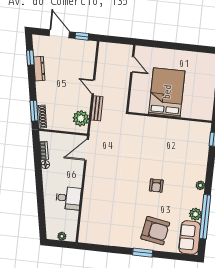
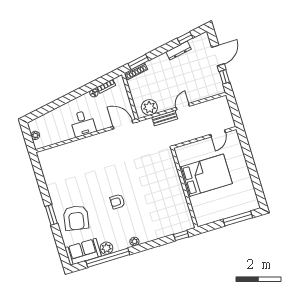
desk: (68, 198) -> (83, 123), moved

